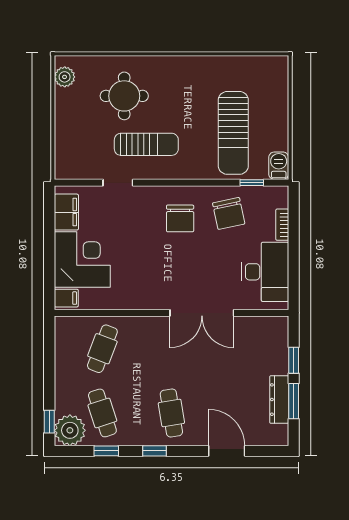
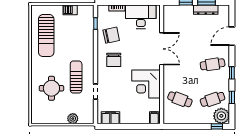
plant: (65, 77) -> (73, 119), moved
sun lounger: (233, 133) -> (46, 36), moved, turned 90
barbecue: (279, 166) -> (70, 10), moved
chair: (180, 218) -> (114, 60), turned 90
corner desk: (82, 260) -> (146, 84), moved, turned -90

